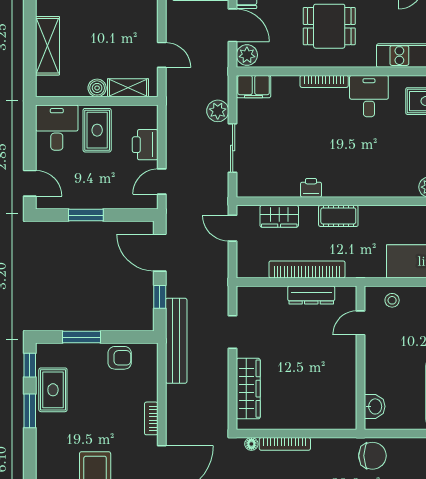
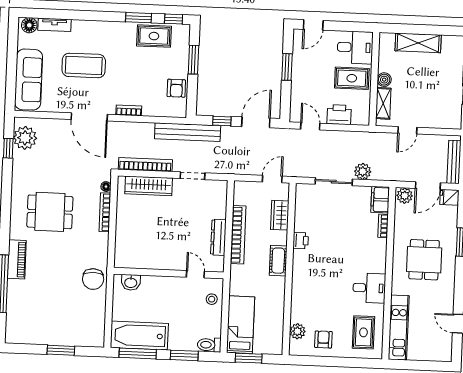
bookcase: (324, 81) -> (383, 226), moved, width x0.64
bookcase: (221, 394) -> (145, 165), added

